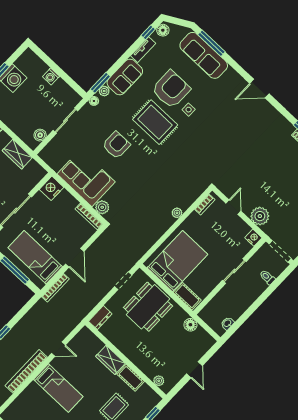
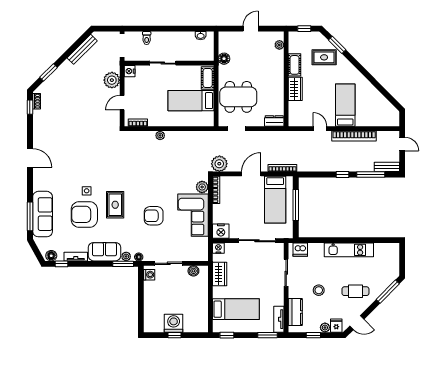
washing machine: (51, 76) -> (149, 275), moved
rug: (155, 122) -> (115, 205), width x0.73, depth x0.70
nightstand: (39, 173) -> (218, 248), added
plant: (108, 239) -> (219, 164), added
bed: (177, 261) -> (191, 101), width x0.67

